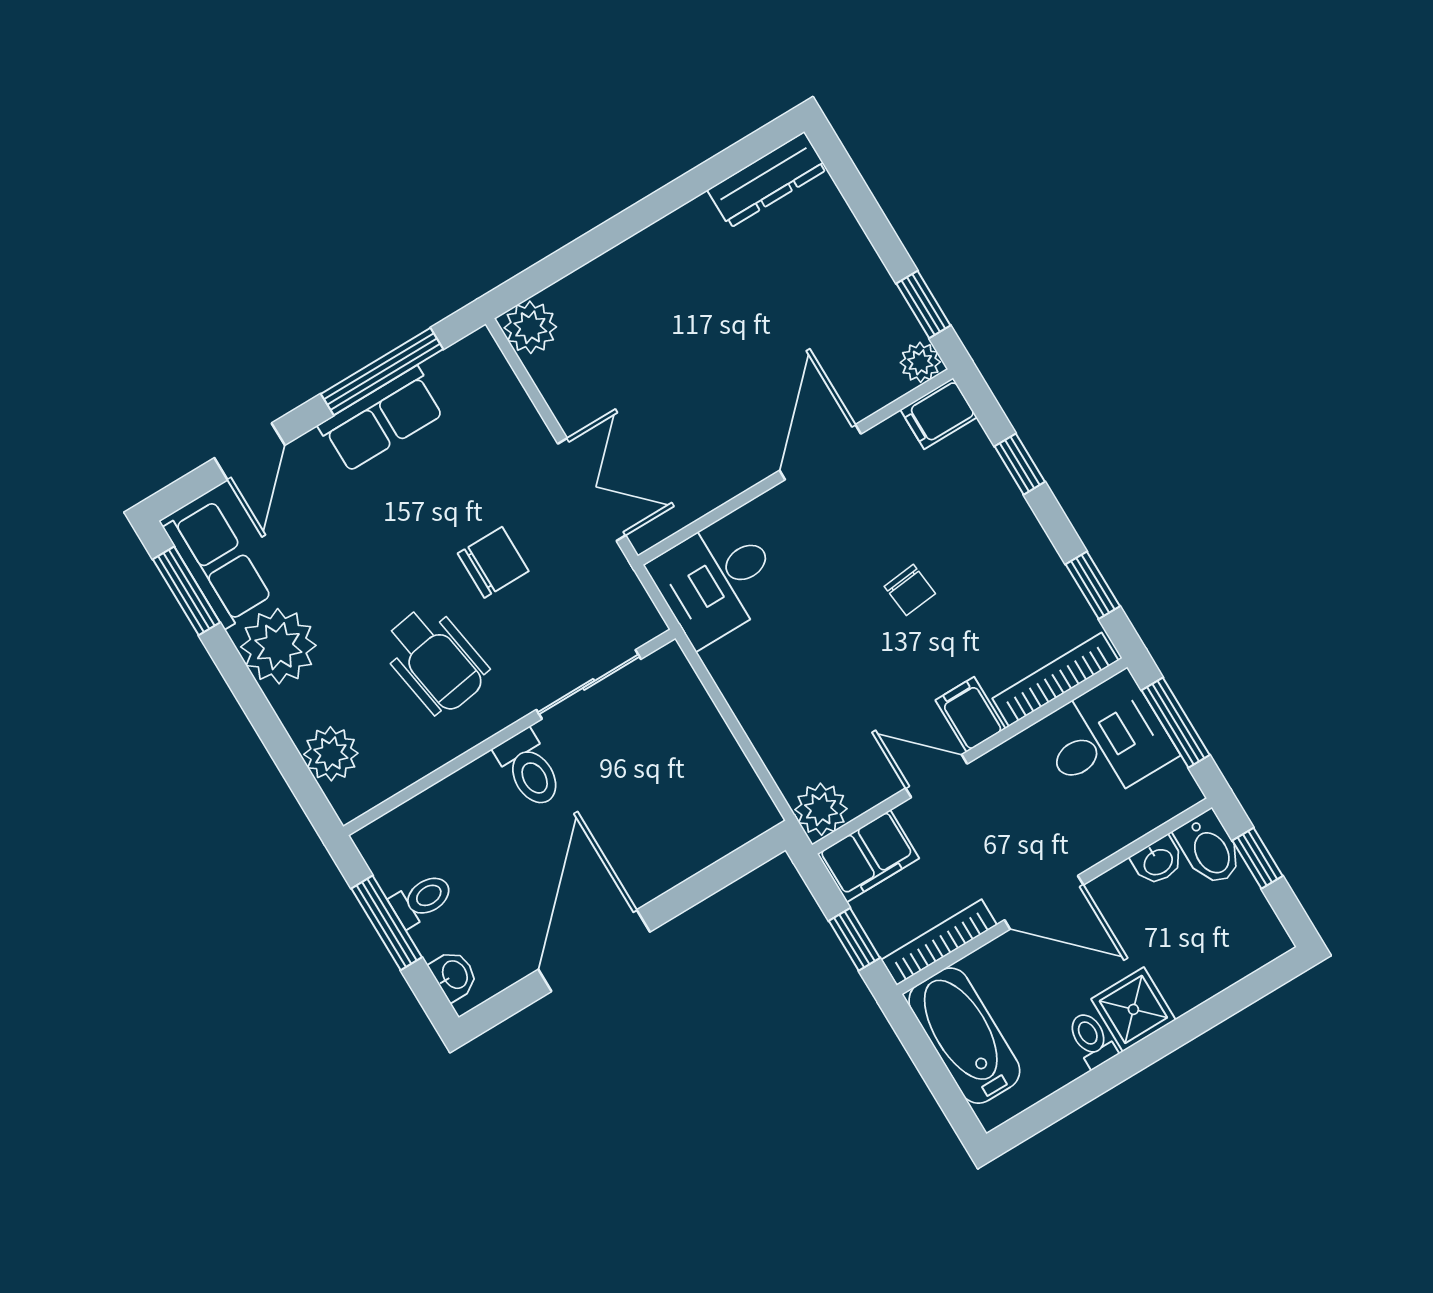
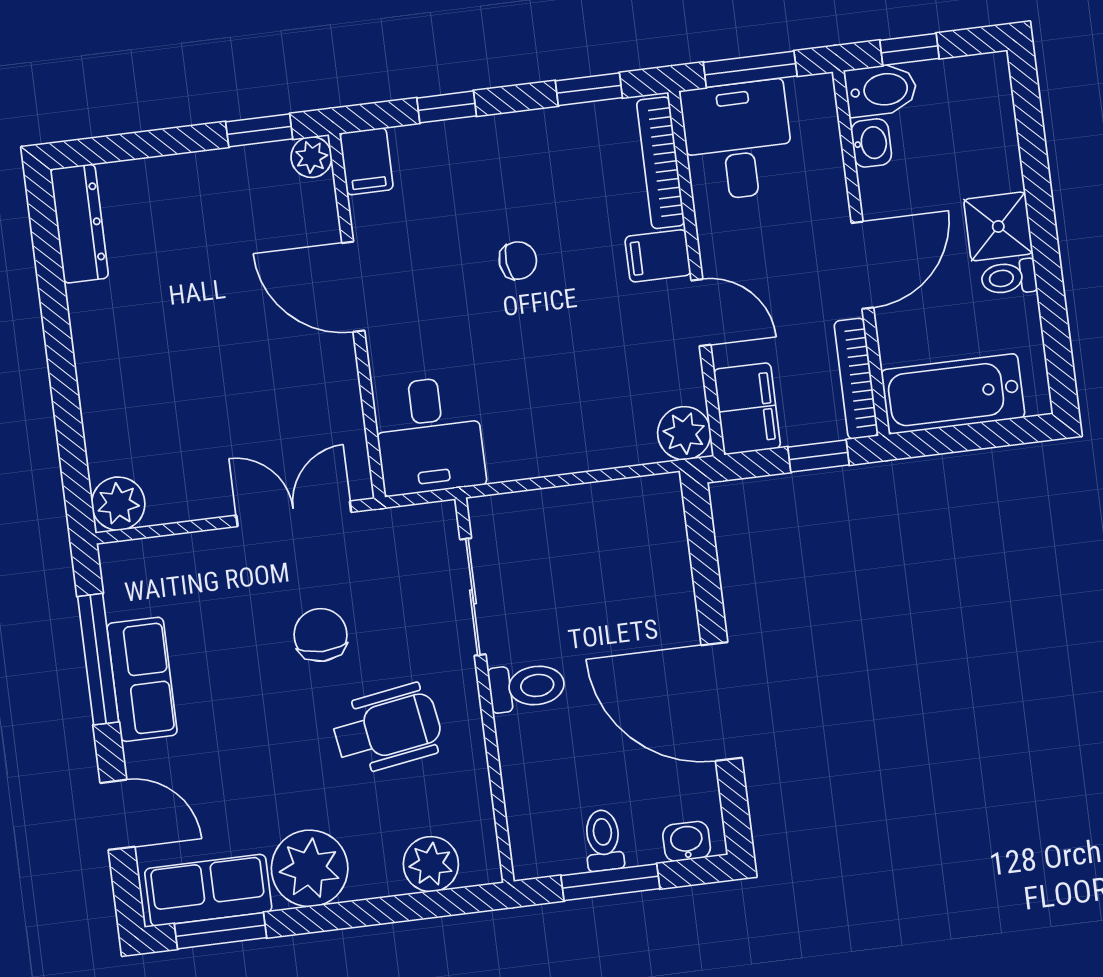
door: (936, 776) -> (701, 313), swing flipped

